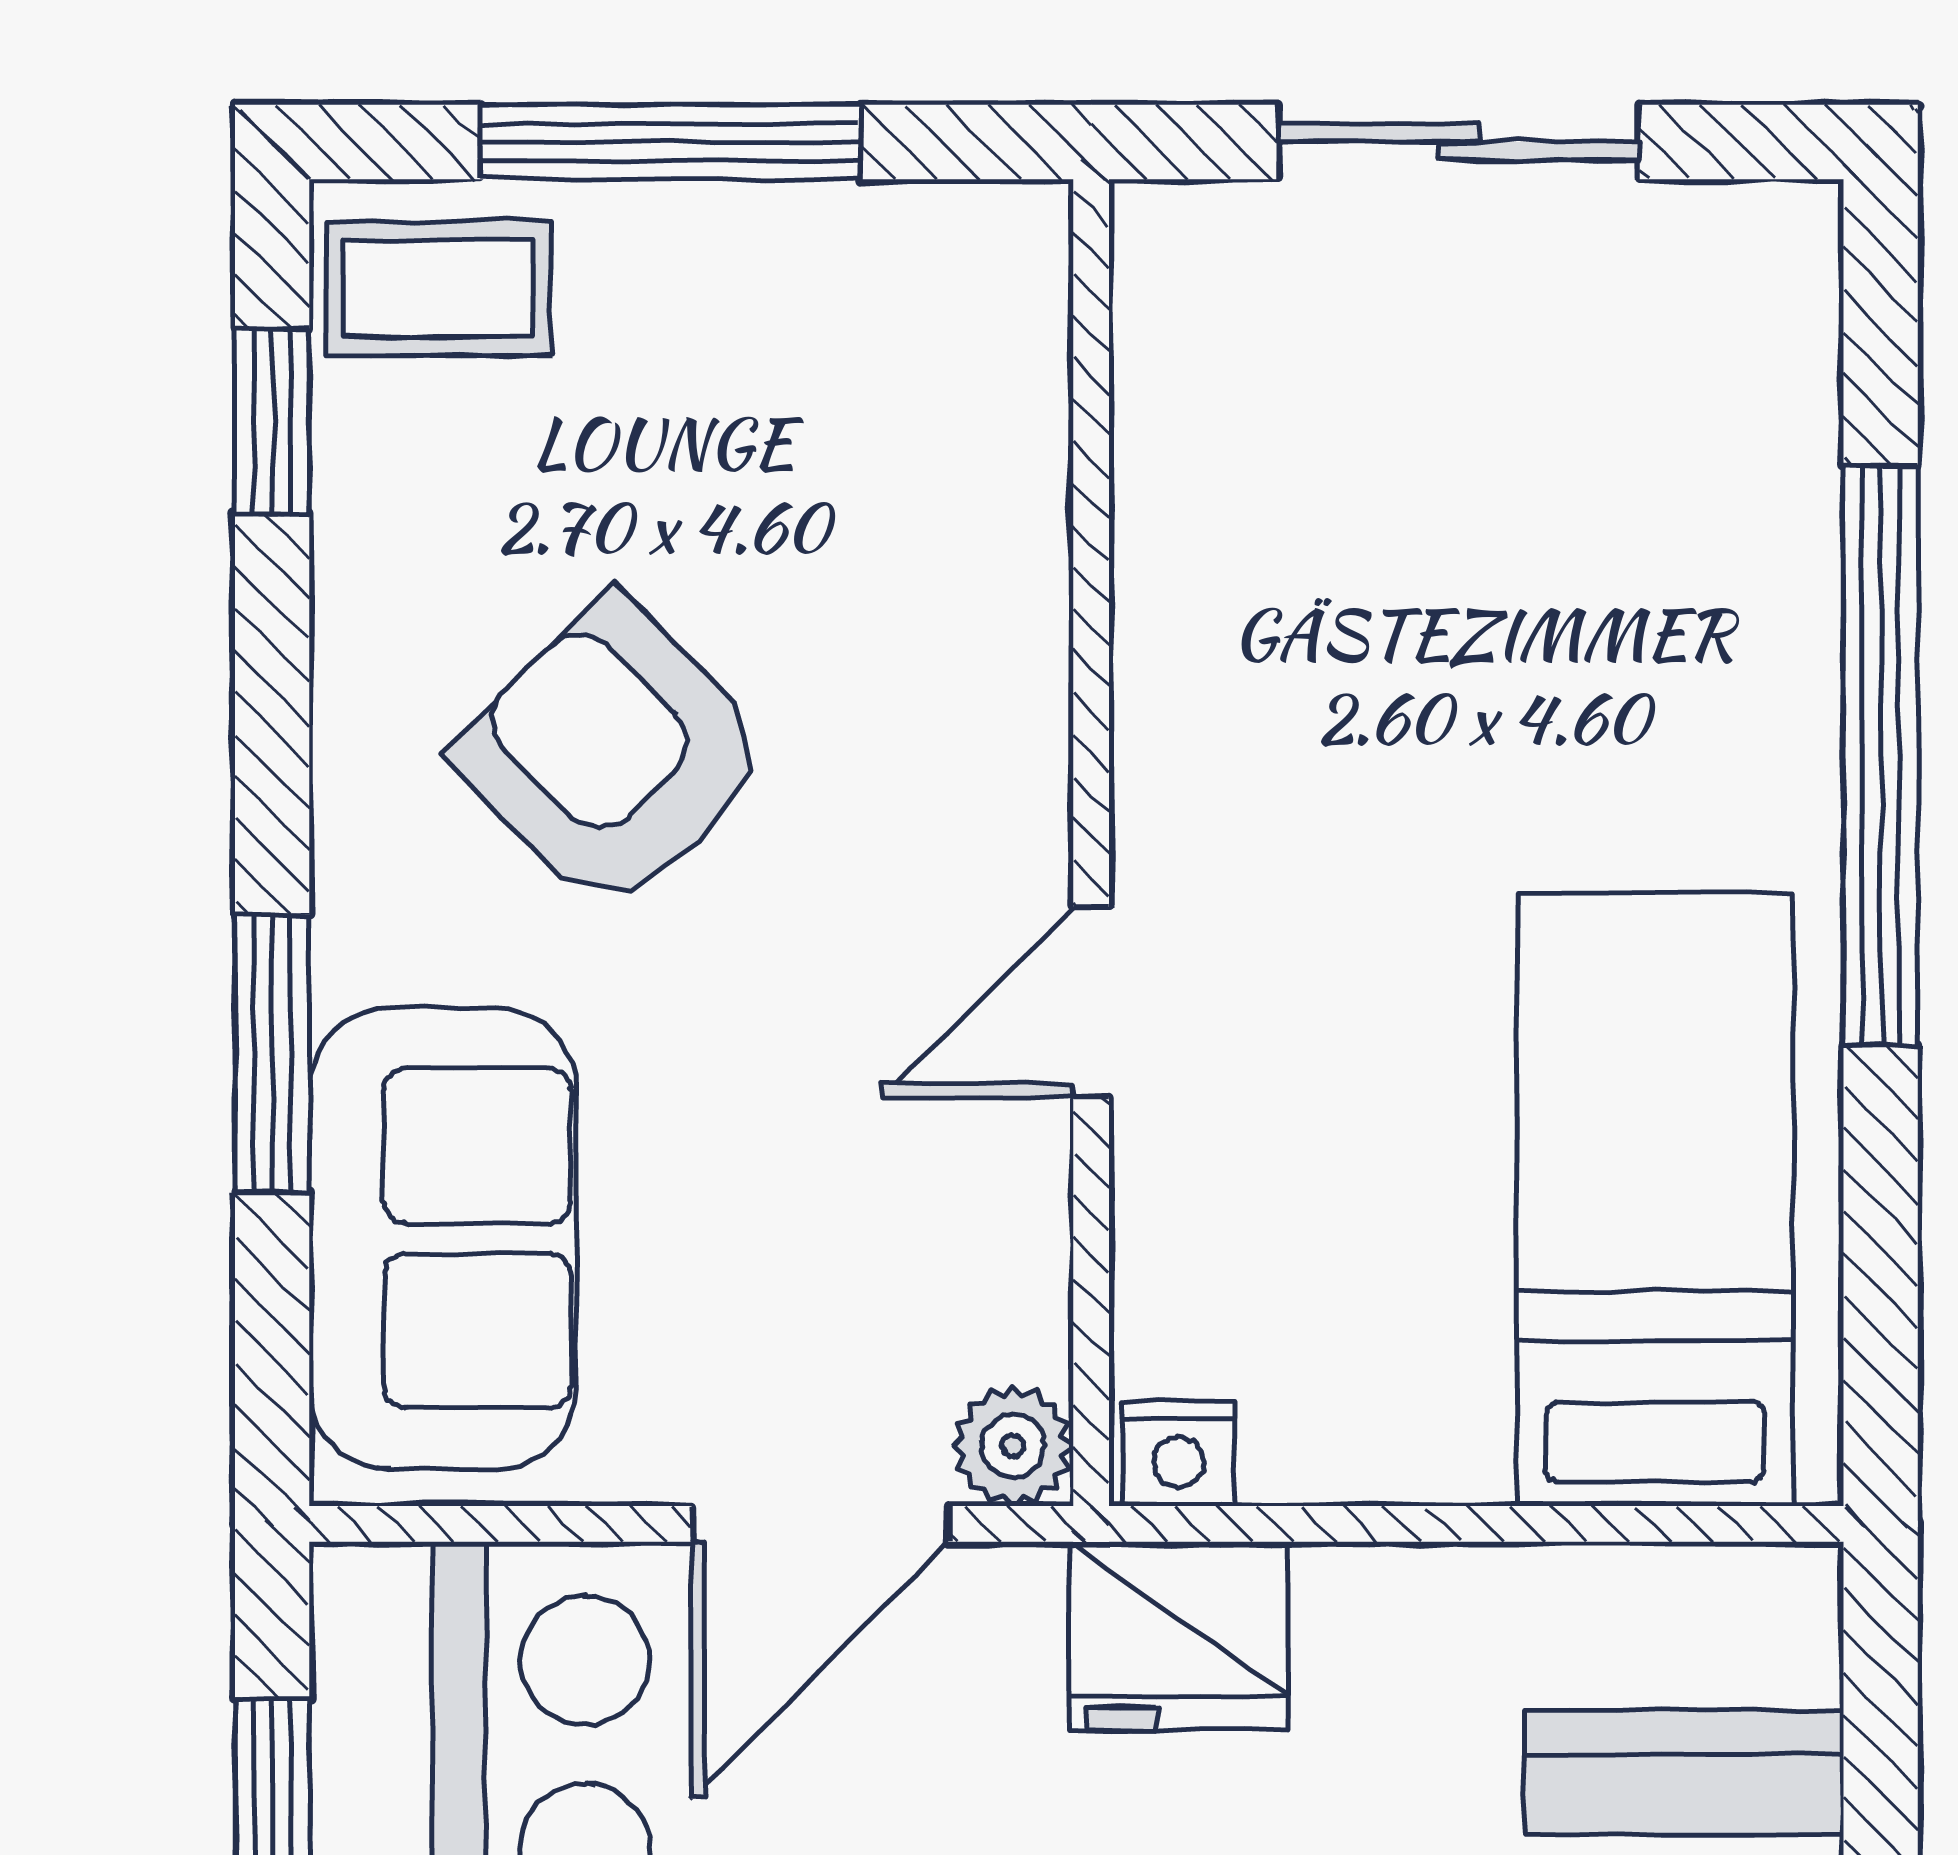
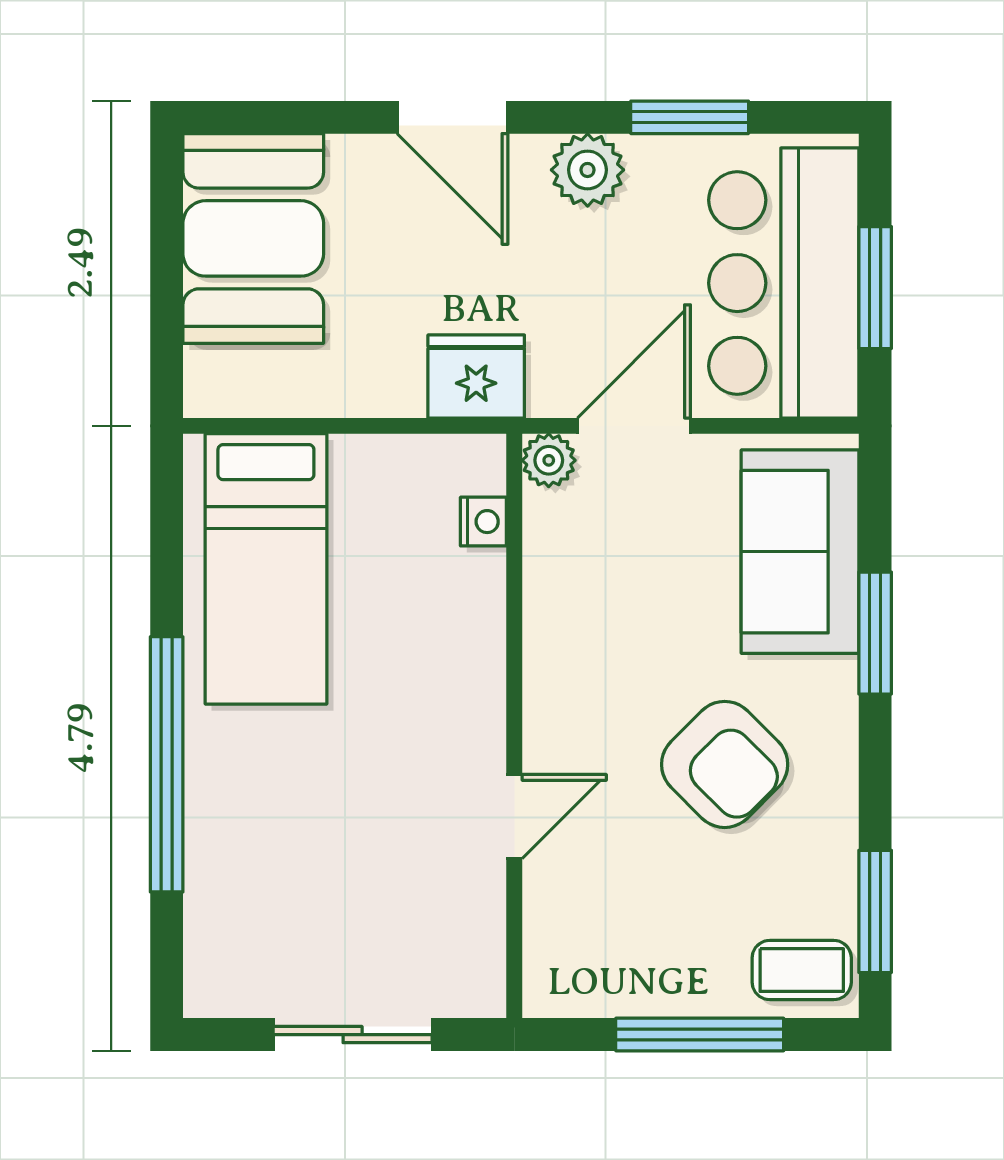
window: (272, 421) -> (875, 911), width x1.50
door: (1091, 1002) -> (514, 817), moved
nightstand: (1178, 1454) -> (483, 522), moved, turned 90

